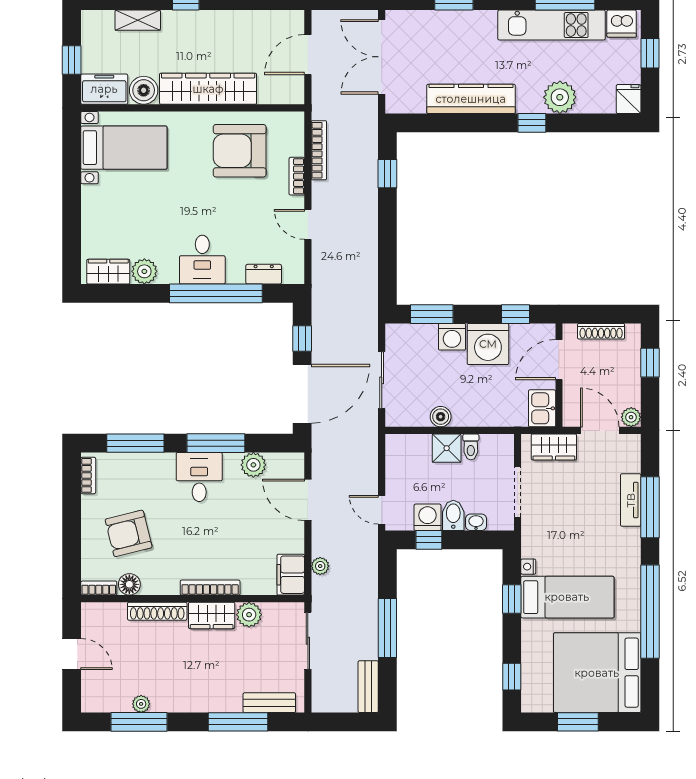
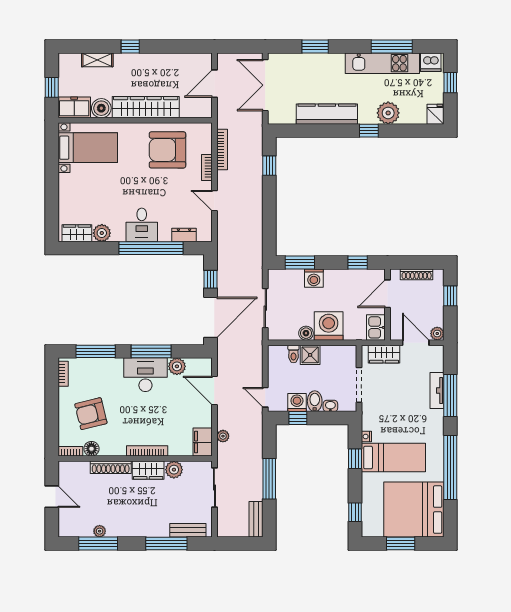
washing machine: (488, 344) -> (329, 326), moved, turned 180
toilet: (471, 447) -> (293, 354), moved
desk: (199, 477) -> (145, 375), width x1.37

